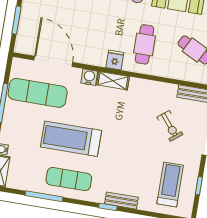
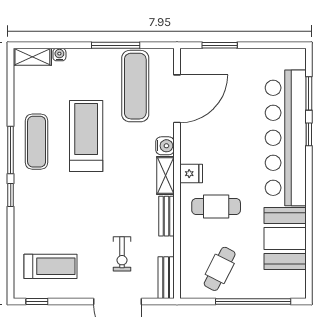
exercise bike: (170, 126) -> (122, 254), turned -51
window: (199, 186) -> (37, 302), moved
window: (44, 196) -> (11, 150), moved
bench: (121, 201) -> (166, 216), moved

